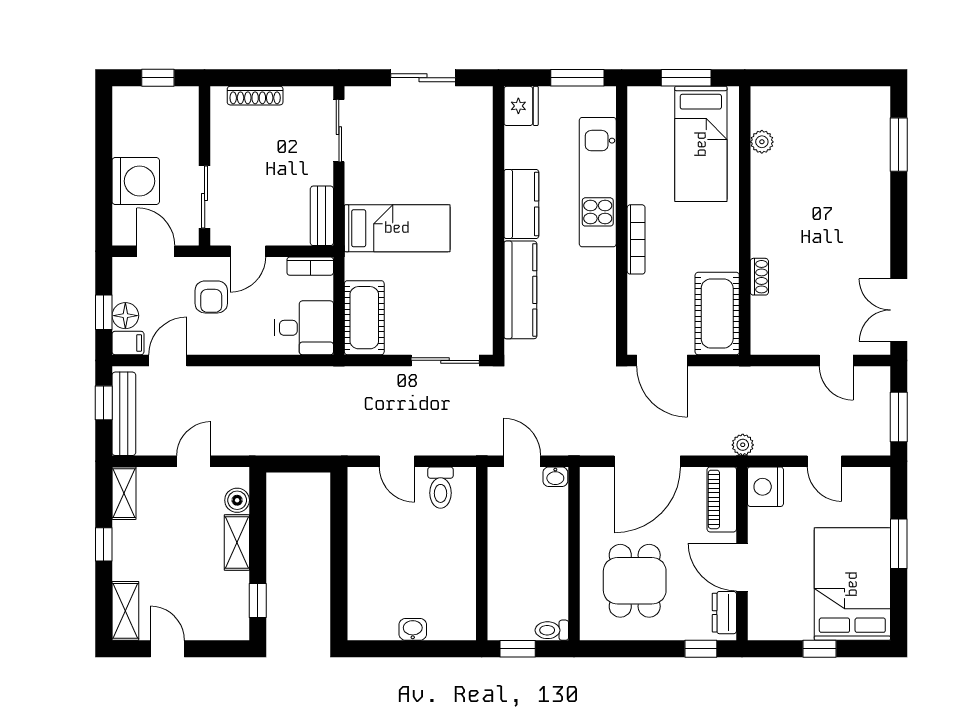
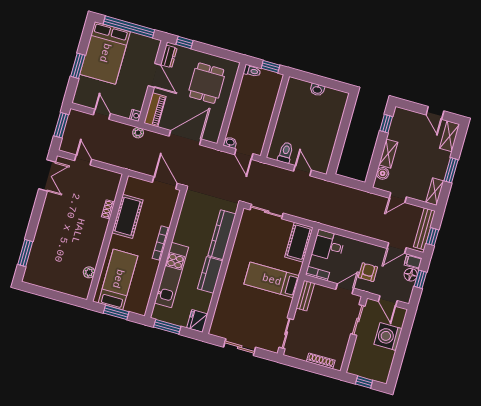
cot: (717, 314) -> (127, 216), moved
nightstand: (765, 487) -> (135, 115), width x0.53, depth x0.56
window: (104, 544) -> (451, 170), width x1.50
window: (820, 649) -> (129, 27), width x3.17

